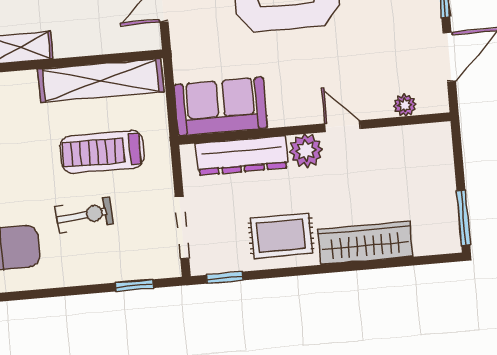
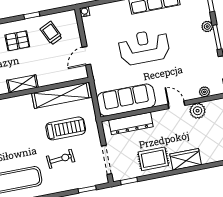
sofa: (221, 106) -> (126, 100), width x1.36
plant: (306, 151) -> (198, 111), moved
treadmill: (102, 152) -> (66, 128), turned 180
wardrobe: (365, 243) -> (186, 159), width x0.67

